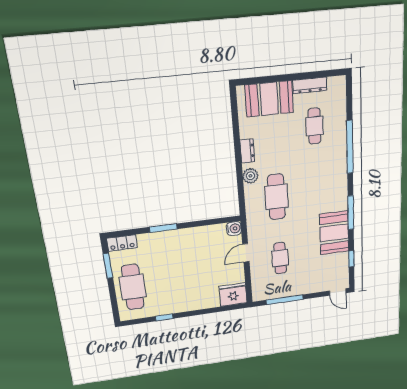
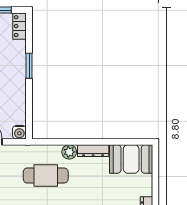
booth: (269, 99) -> (131, 159), moved, turned 90
dresser: (247, 151) -> (93, 151), width x1.44

